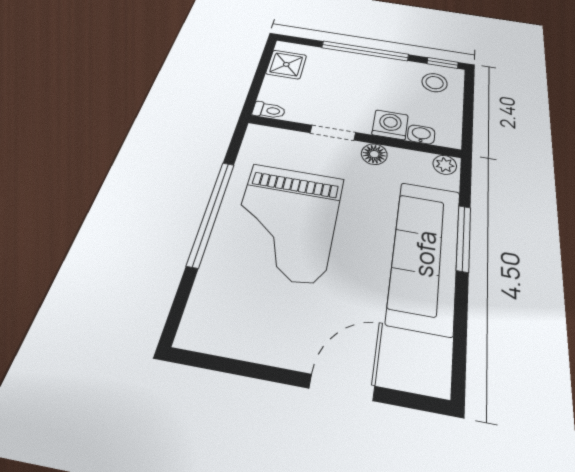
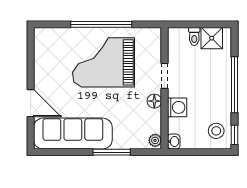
toilet: (269, 110) -> (194, 36), moved
washbasin: (421, 134) -> (174, 142), moved
sofa: (425, 254) -> (73, 134), moved

